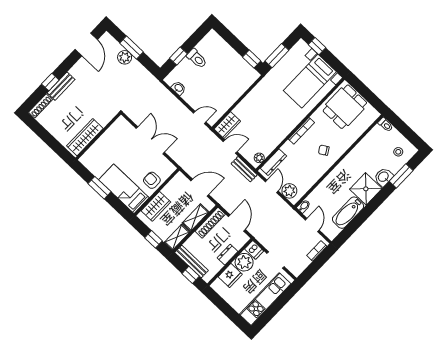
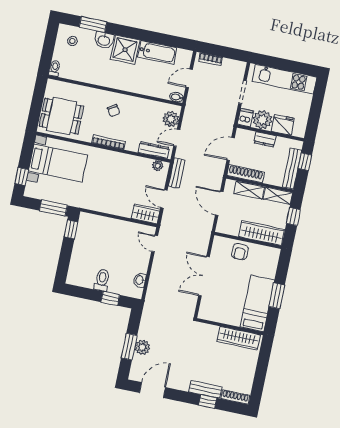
bed: (124, 189) -> (257, 303), moved, turned 180
wardrobe: (156, 206) -> (262, 233), width x1.50

